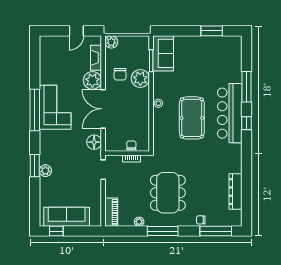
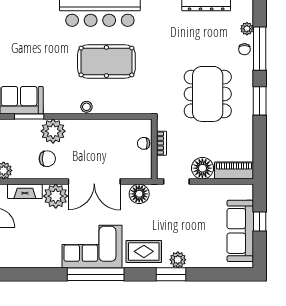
rug: (51, 146) -> (144, 251), added
floor lamp: (113, 189) -> (202, 168), added
dining table: (168, 193) -> (208, 94), turned 90
plant: (139, 222) -> (247, 29), moved
window: (56, 231) -> (260, 222), moved
window: (163, 231) -> (260, 101), width x0.69
window: (216, 231) -> (260, 49), moved

